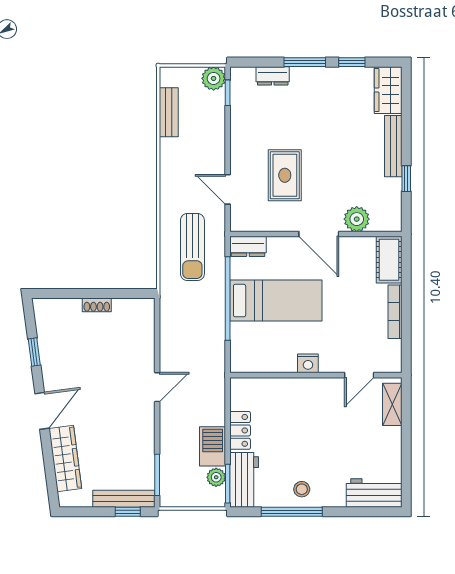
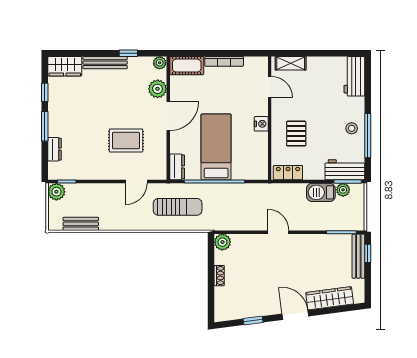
plant: (393, 222) -> (160, 63), added
plant: (143, 309) -> (222, 242), added
pallet: (294, 412) -> (296, 134), added
locker: (240, 430) -> (288, 173), moved

